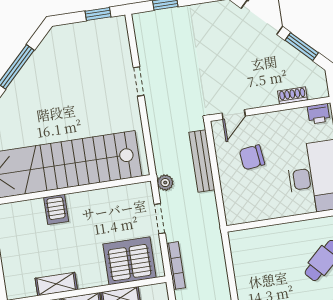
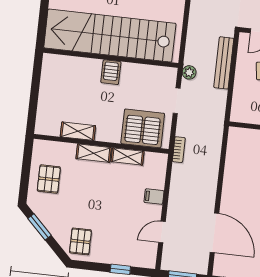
server rack: (56, 209) -> (111, 72), moved
bookcase: (176, 266) -> (179, 150), width x0.64

